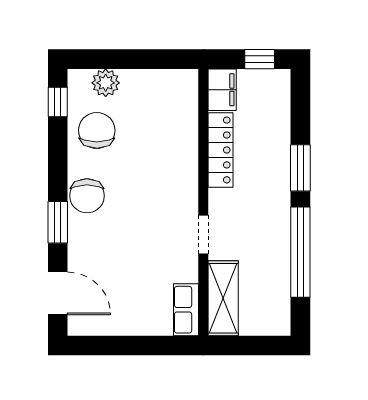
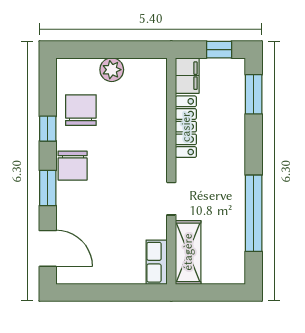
plant: (106, 83) -> (112, 70), moved
window: (58, 102) -> (48, 129), moved
window: (300, 168) -> (254, 94), moved

